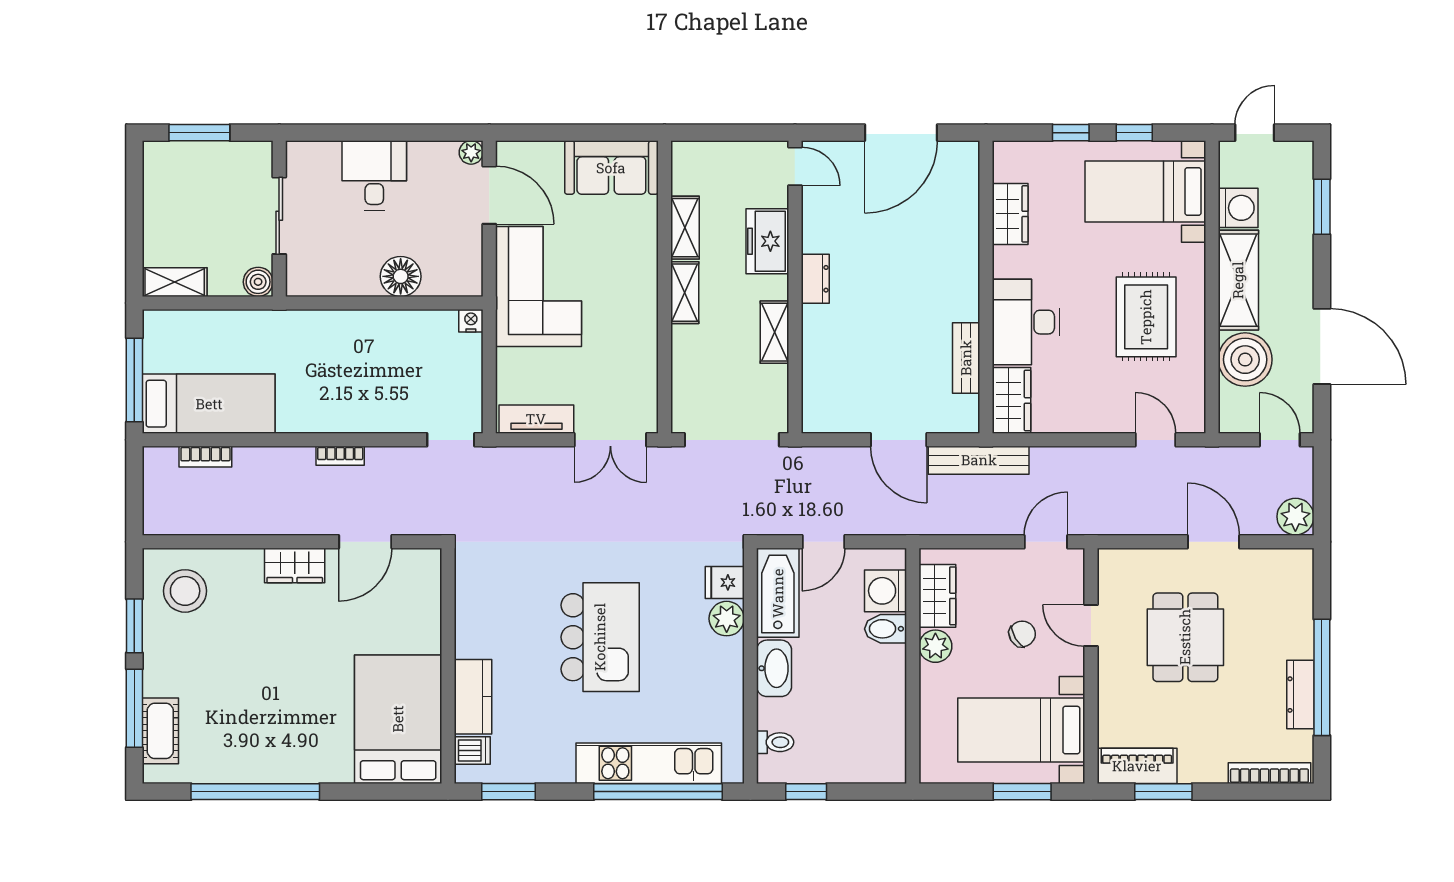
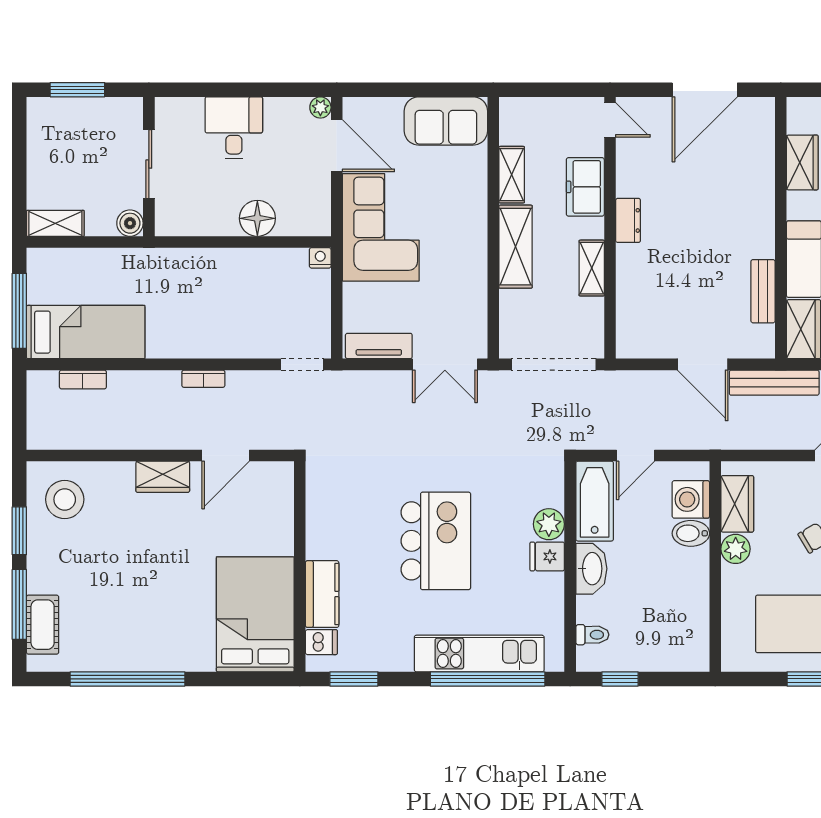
shelving: (685, 293) -> (516, 247), width x1.50, depth x1.33
fridge: (725, 582) -> (547, 556), moved

